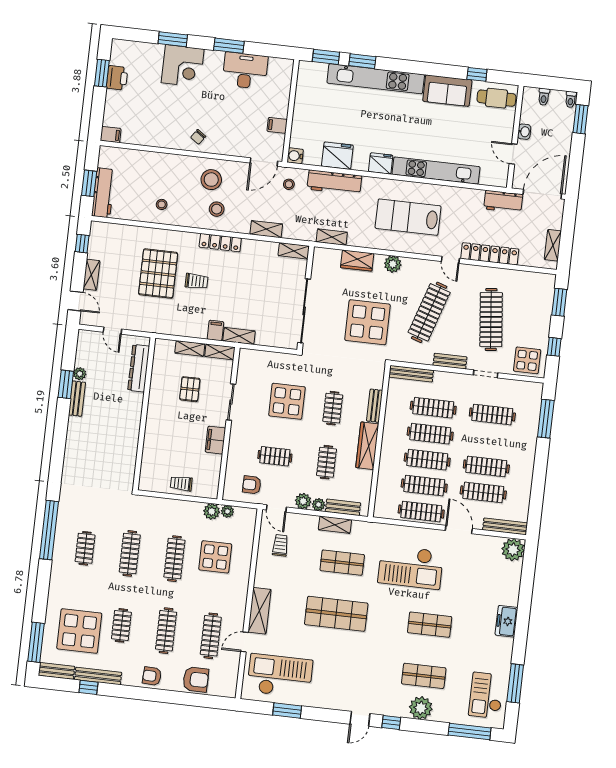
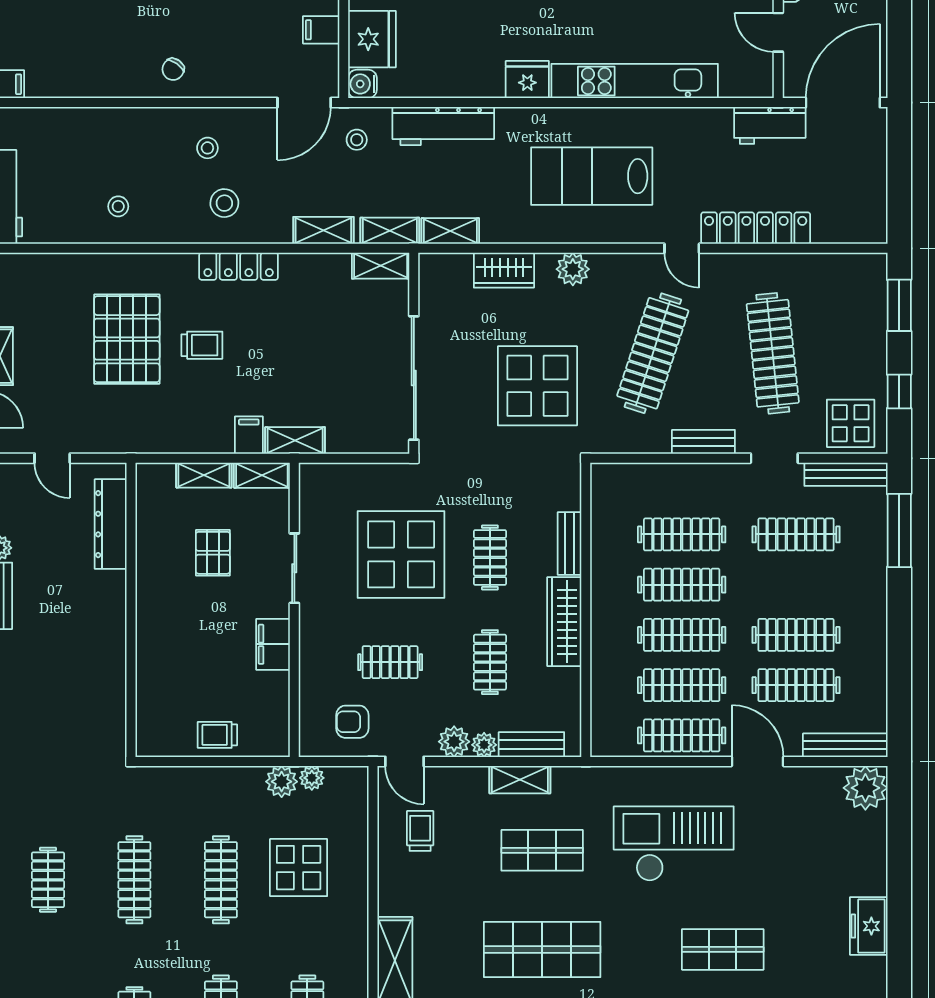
fridge: (337, 156) -> (372, 39), moved, turned 90
stool: (211, 180) -> (207, 148), width x0.53, depth x0.53
shelving: (553, 245) -> (390, 231), moved, turned 90
bench: (411, 374) -> (846, 474), moved
display table: (287, 401) -> (401, 554), width x1.36, depth x1.36
checkout: (411, 567) -> (674, 844), turned 180

